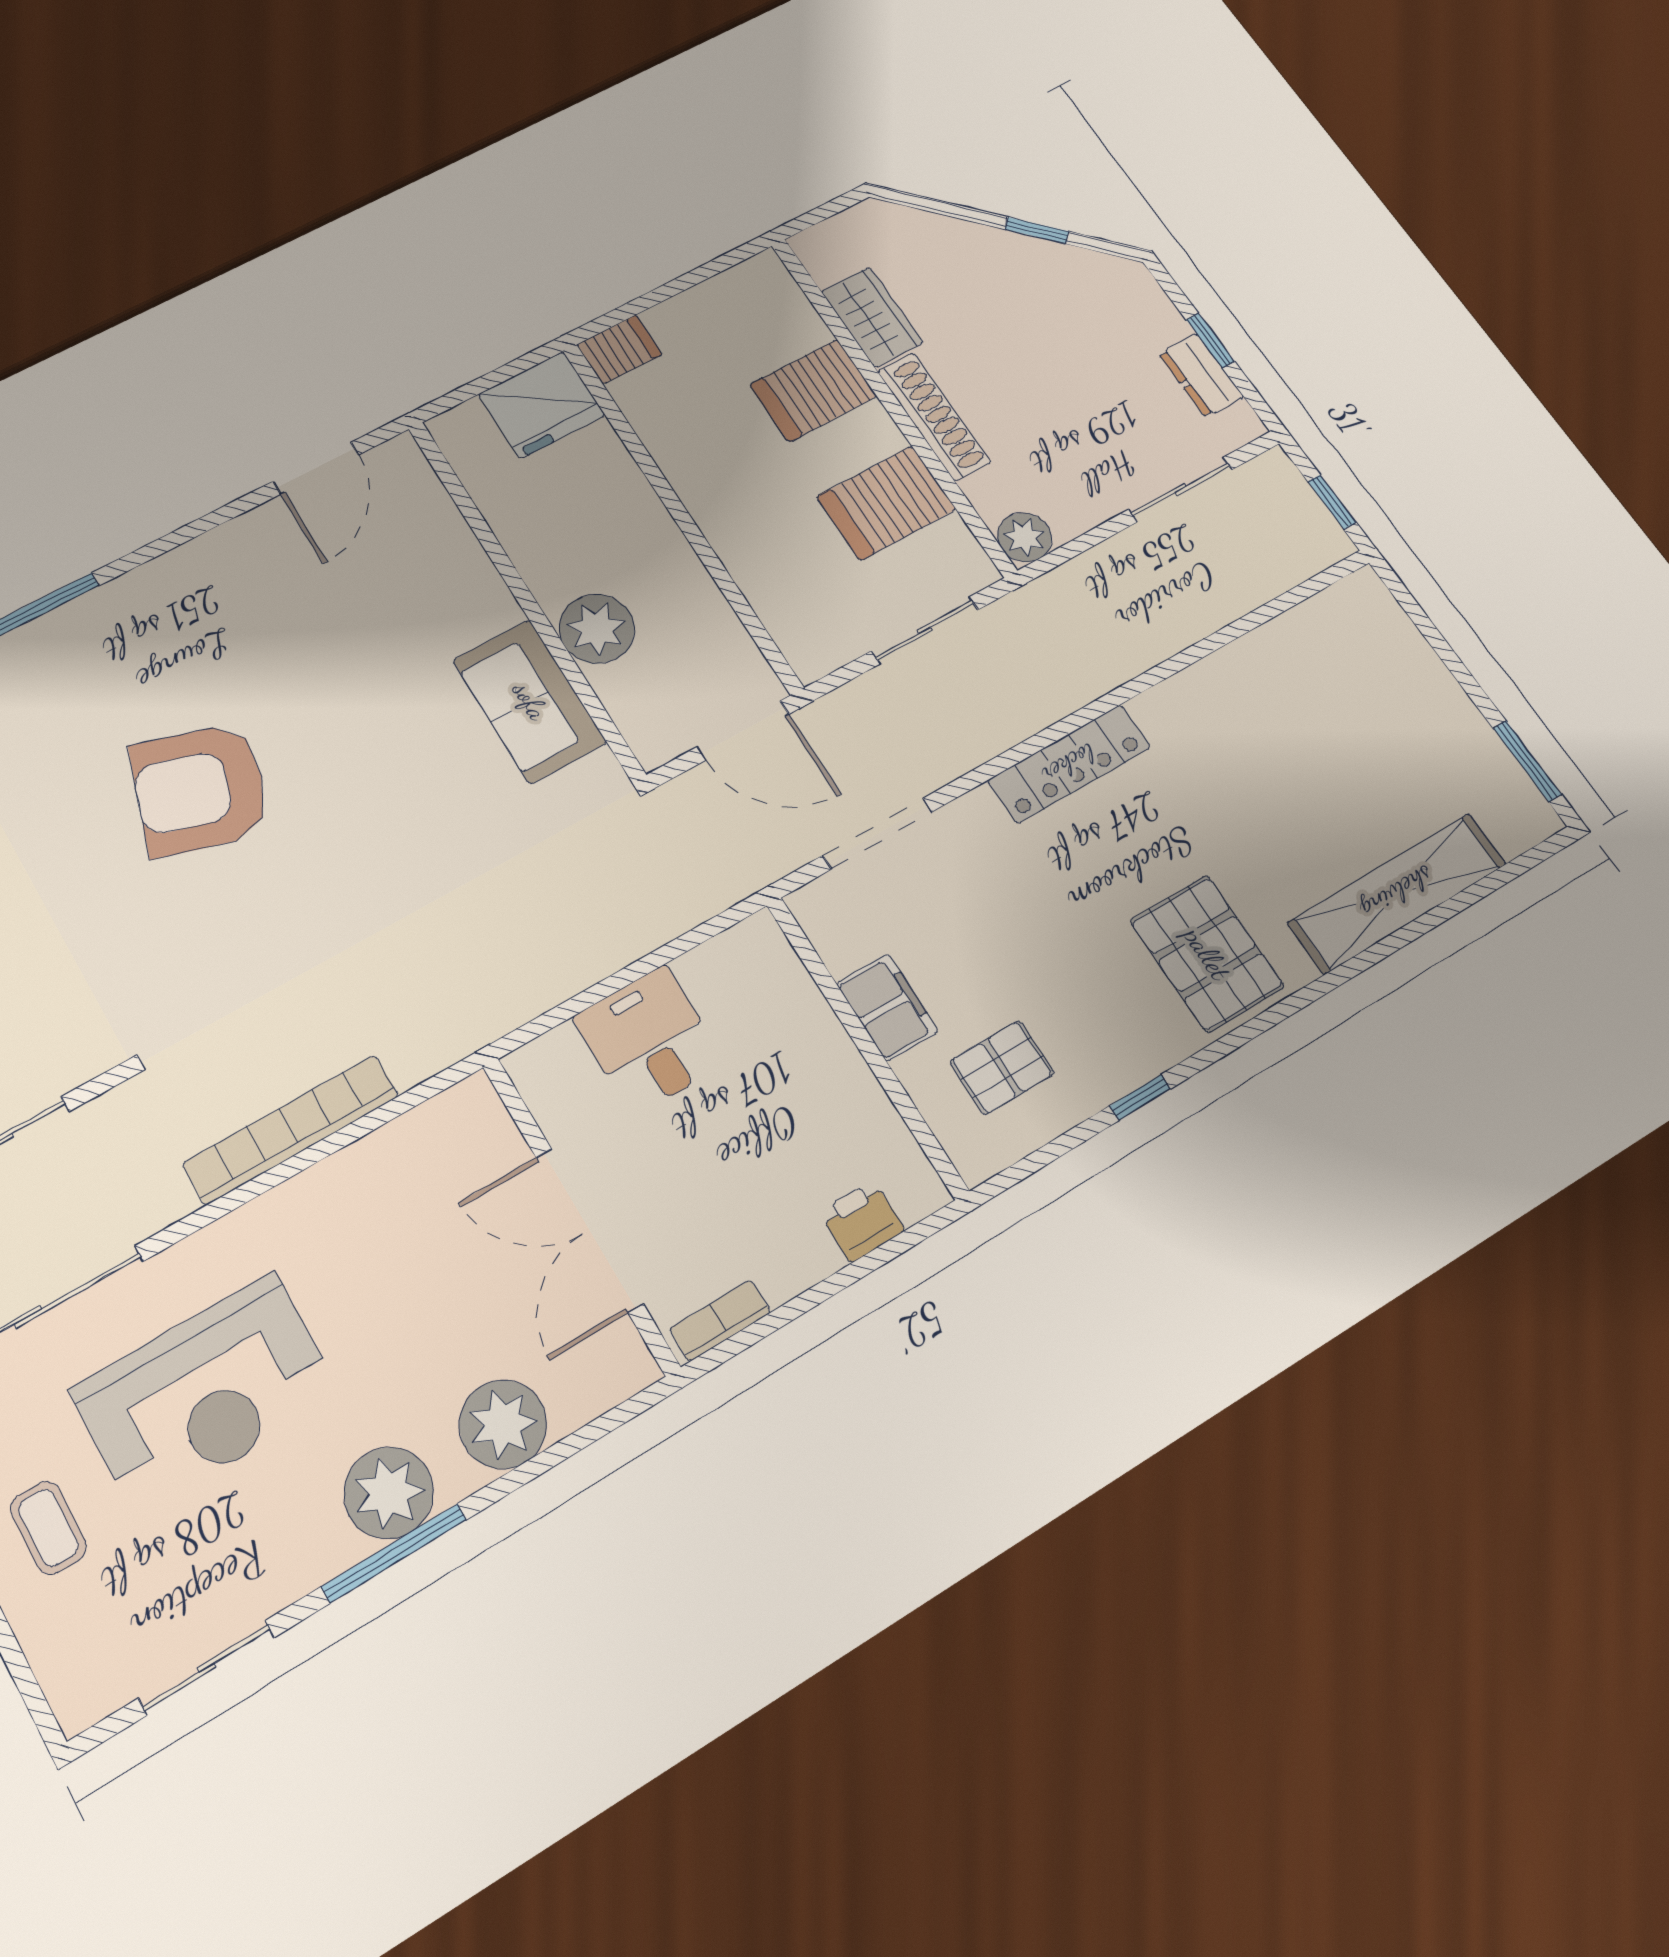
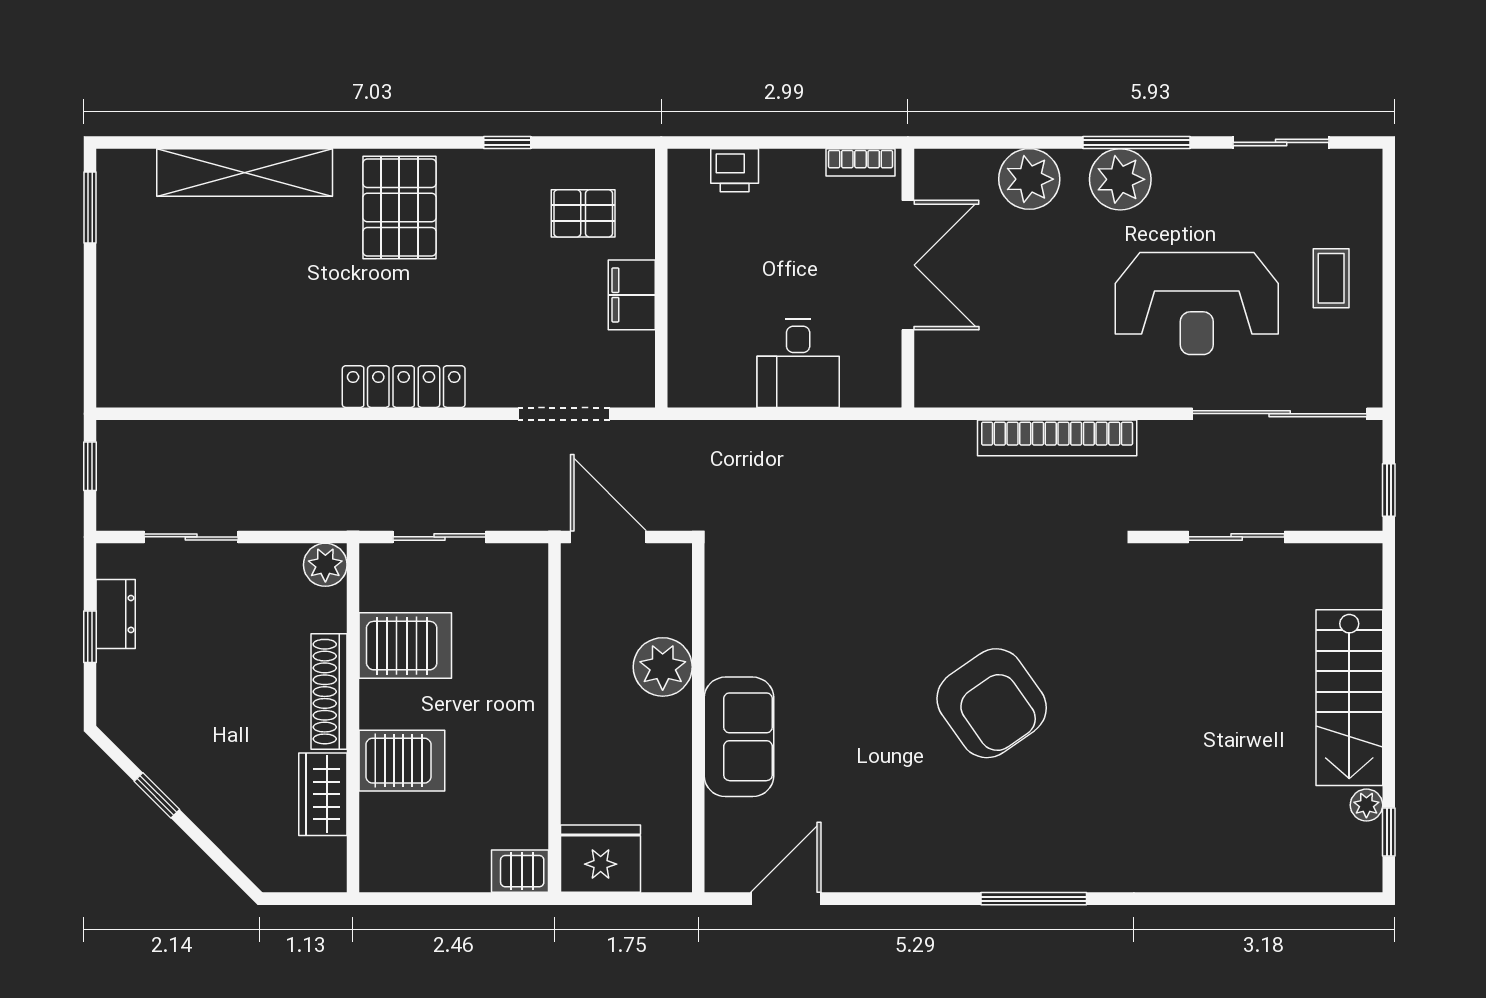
sofa: (530, 701) -> (739, 737), moved
armchair: (200, 789) -> (992, 703), turned 38
reception desk: (206, 1393) -> (1197, 303), turned 180

